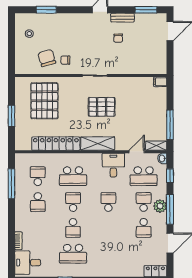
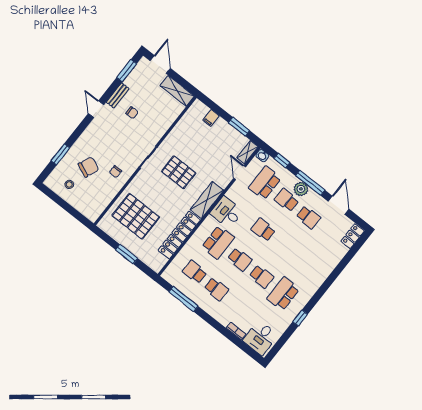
chair: (47, 58) -> (88, 167), moved, turned 129
shelving: (160, 59) -> (177, 91), added
filing cabinet: (160, 82) -> (211, 118), moved
pallet: (102, 107) -> (179, 172), turned 90
window: (170, 125) -> (239, 127), width x0.69
desk: (113, 165) -> (227, 212), moved
school desk: (144, 176) -> (265, 183), turned 180
school desk: (73, 202) -> (240, 259), turned 180
school desk: (73, 254) -> (283, 294), turned 180

